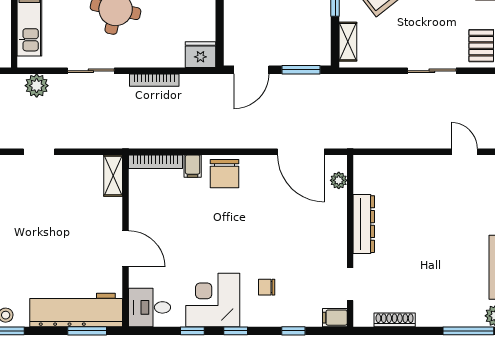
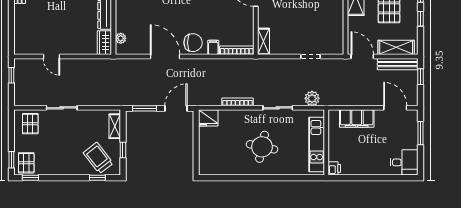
door: (301, 152) -> (165, 56), moved
door: (464, 152) -> (51, 56), moved
chair: (224, 174) -> (193, 43), turned 90
wardrobe: (364, 174) -> (104, 43), added

